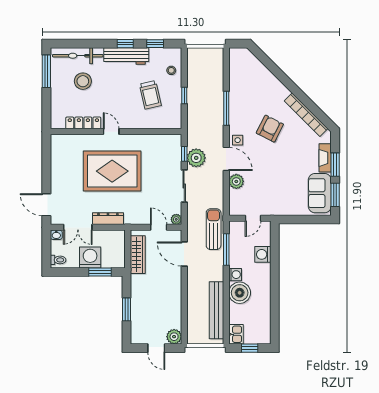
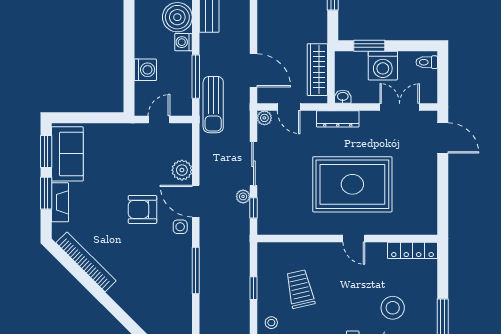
locker: (83, 123) -> (412, 250), moved
armchair: (270, 129) -> (142, 209), moved, turned 63
plant: (196, 158) -> (243, 196), width x0.53, depth x0.53
dresser: (108, 219) -> (338, 119), moved
washbasin: (56, 235) -> (343, 97), moved

